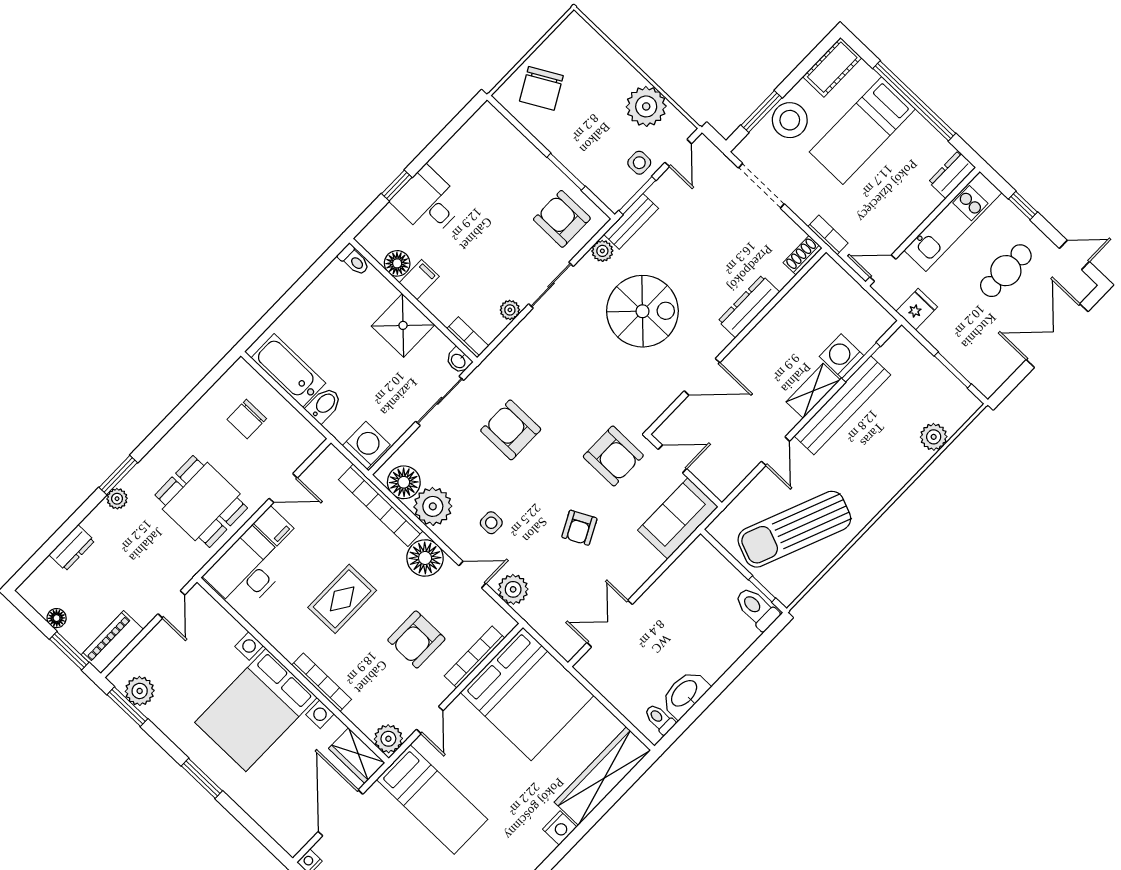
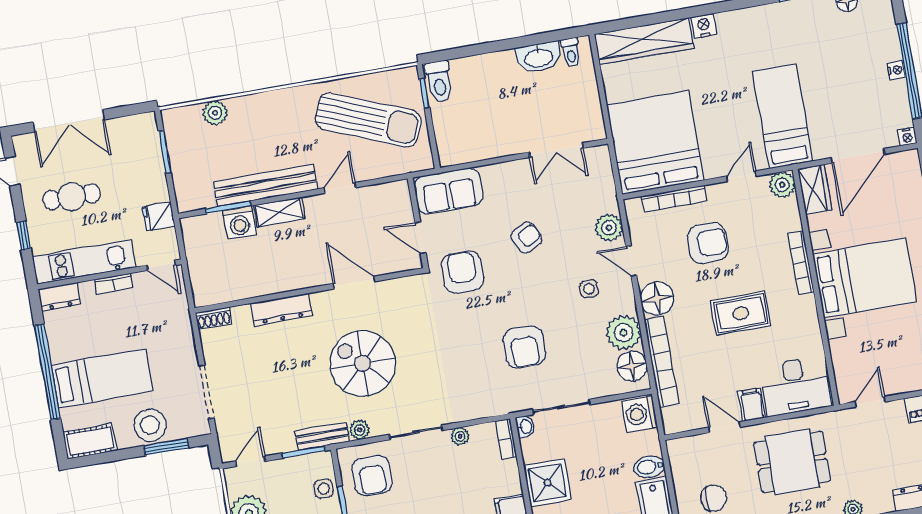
side table: (639, 163) -> (324, 489), moved
bookcase: (828, 235) -> (114, 284), moved, turned -90
dining table: (201, 501) -> (792, 462), turned 90

